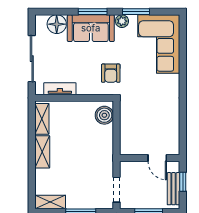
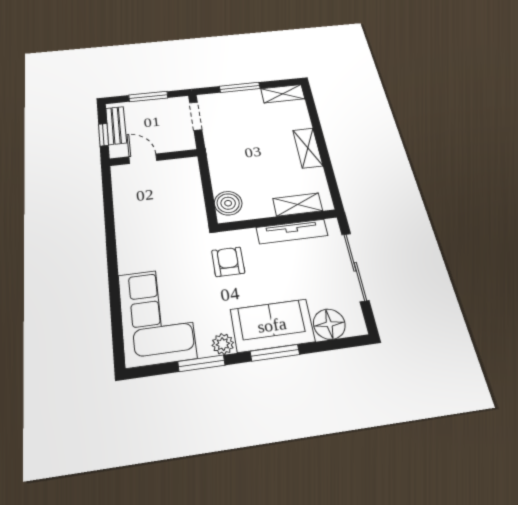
tv unit: (60, 89) -> (292, 231), width x1.41
shelving: (42, 119) -> (298, 205), moved, turned 90

